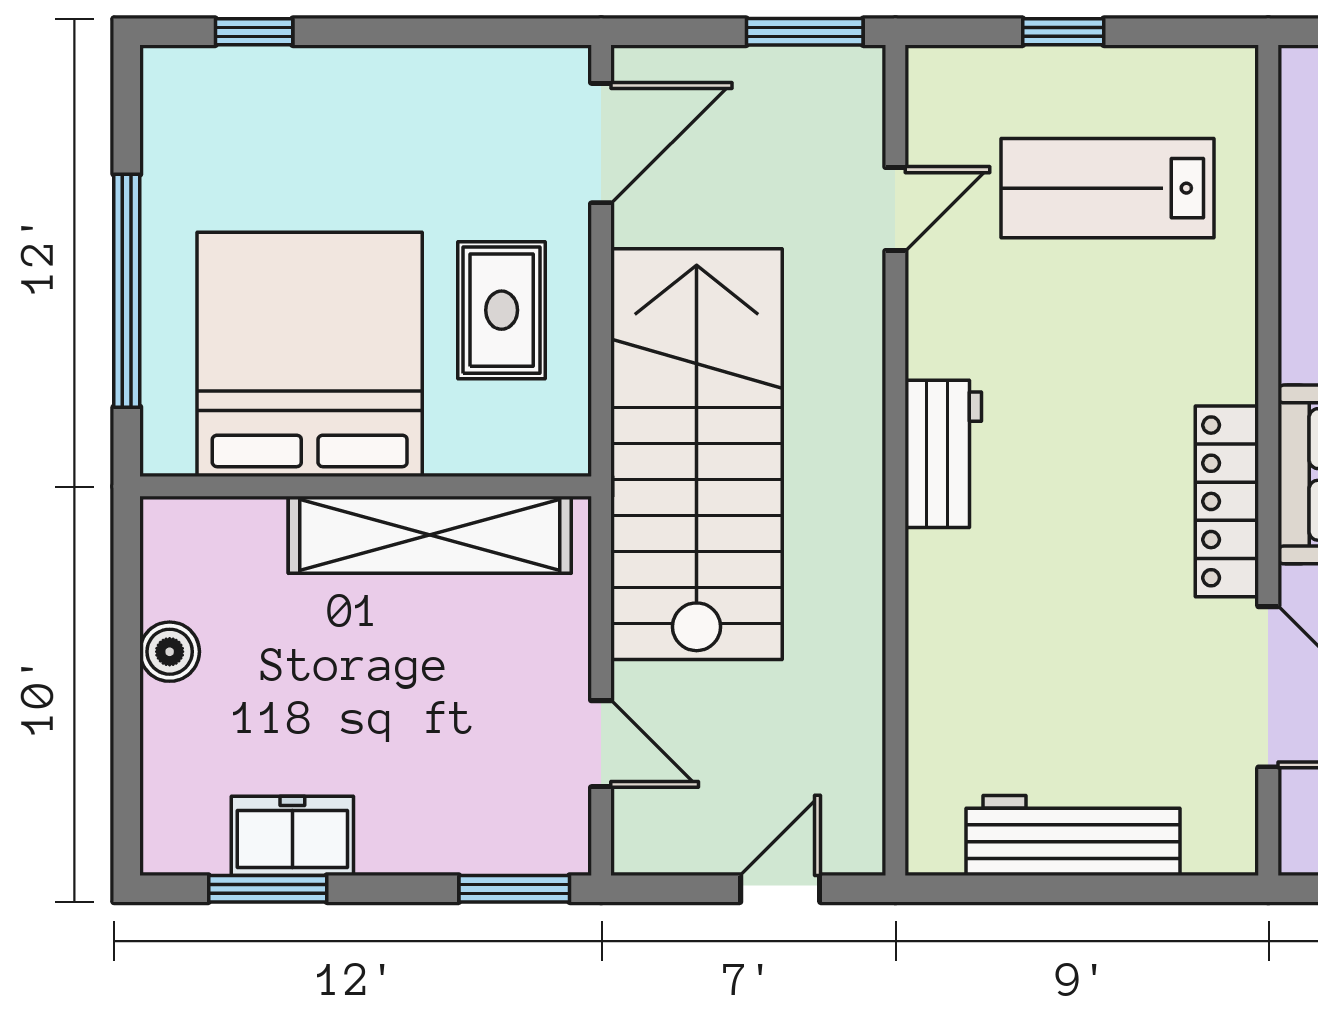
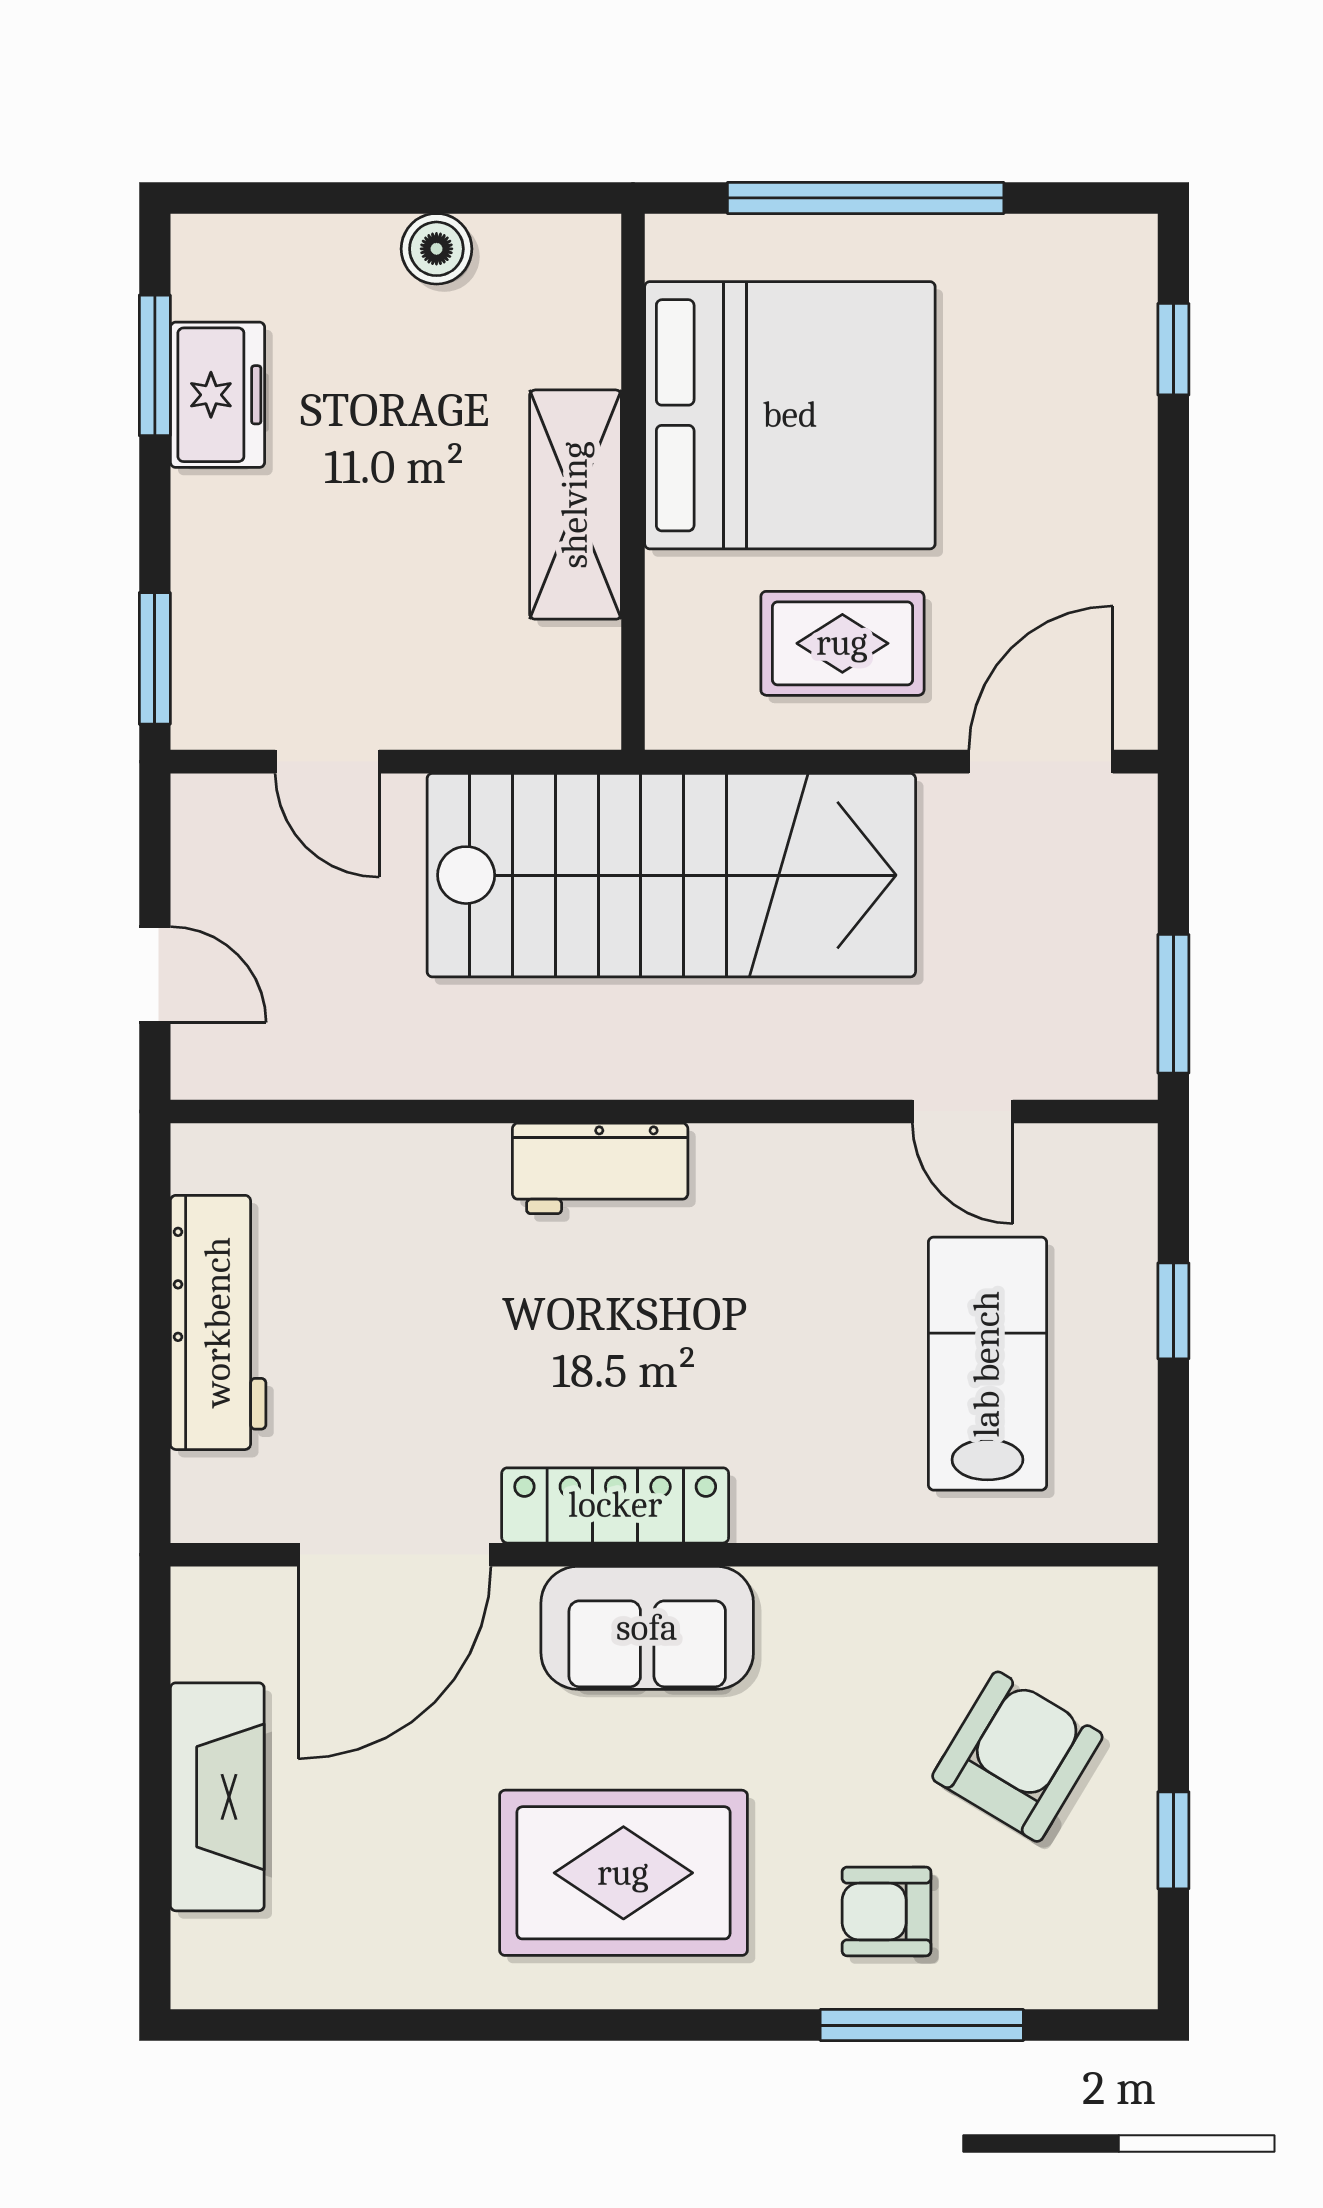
door: (601, 143) -> (1041, 762), swing flipped
workbench: (943, 454) -> (600, 1168), moved
shelving: (430, 535) -> (575, 505), width x0.68
door: (601, 744) -> (327, 762), hinge flipped

